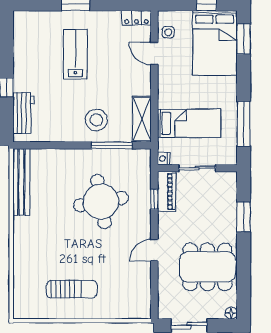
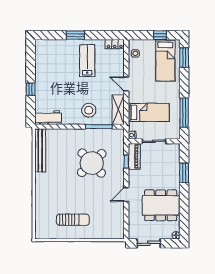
bed: (215, 43) -> (165, 60), width x0.67
door: (154, 53) -> (126, 84), moved
lab bench: (75, 54) -> (87, 61), moved
workbench: (24, 113) -> (48, 118), moved, turned -90
round table: (101, 202) -> (92, 163), turned -33

